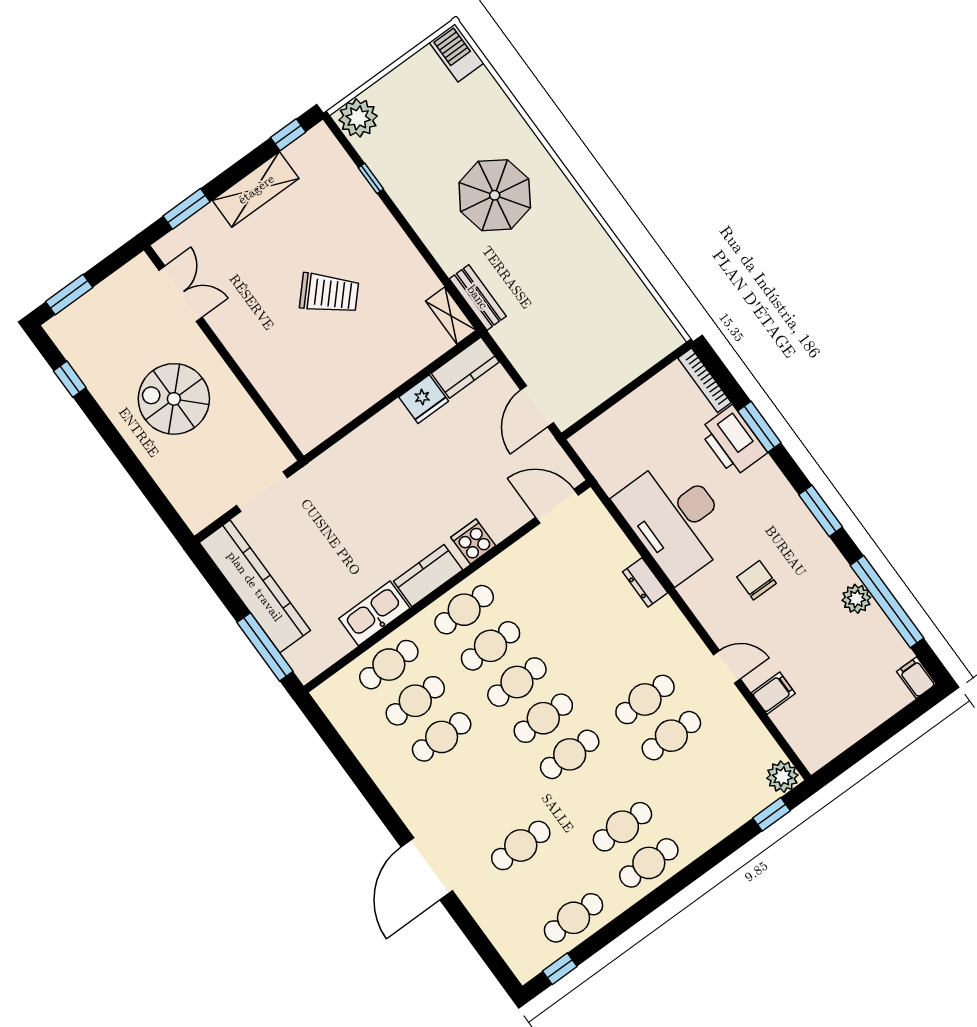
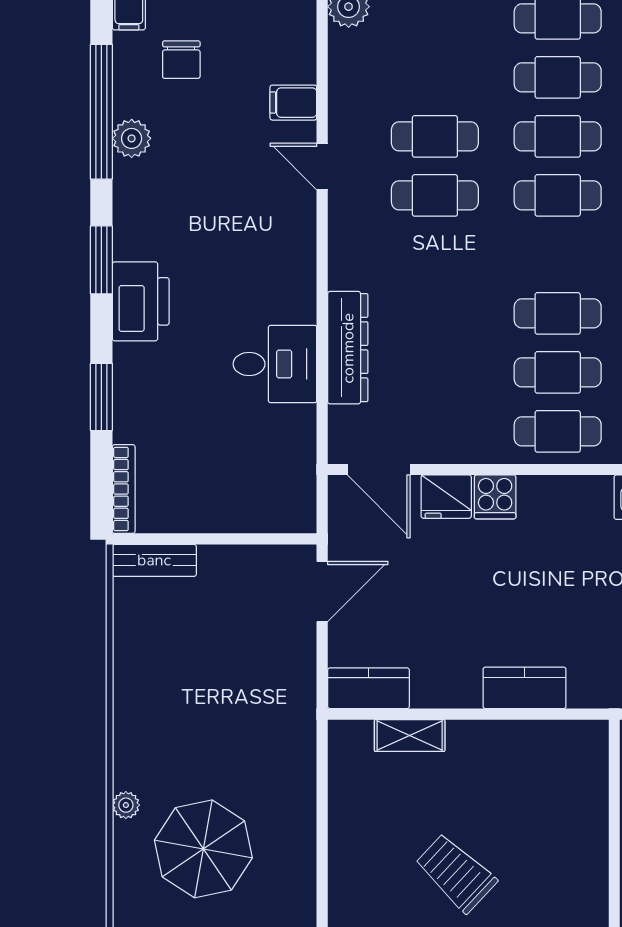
plant: (562, 187) -> (126, 805), added
bench: (478, 297) -> (154, 560), moved, turned 90
shelving: (451, 316) -> (410, 735), moved, turned 90
fridge: (424, 399) -> (446, 497), moved, turned 180
printer: (733, 441) -> (141, 301), moved
desk: (675, 519) -> (275, 364), width x0.53, depth x0.77
kitchen counter: (428, 576) -> (524, 688), moved, turned 180
chair: (757, 580) -> (181, 60), moved
dresser: (645, 582) -> (348, 348), width x1.96, depth x1.24
cafe table: (543, 718) -> (558, 136), moved

